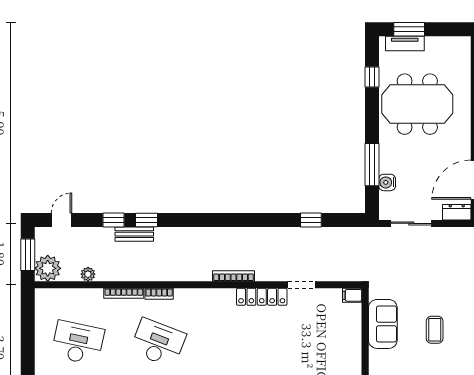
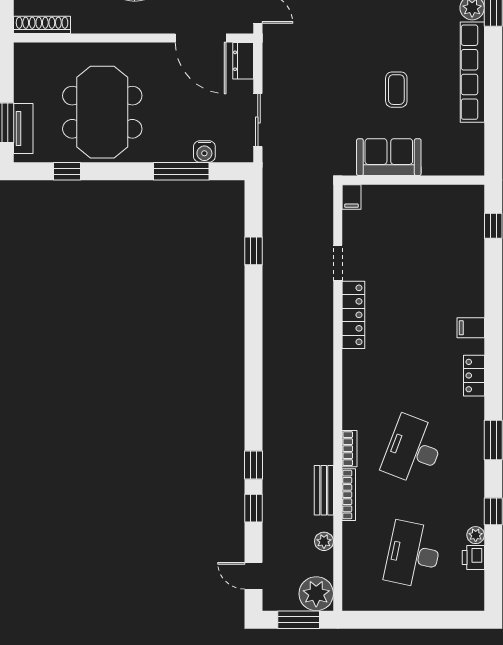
bench: (134, 234) -> (324, 490), moved
bookcase: (234, 276) -> (326, 352), removed
coffee table: (435, 330) -> (396, 90), turned 90

